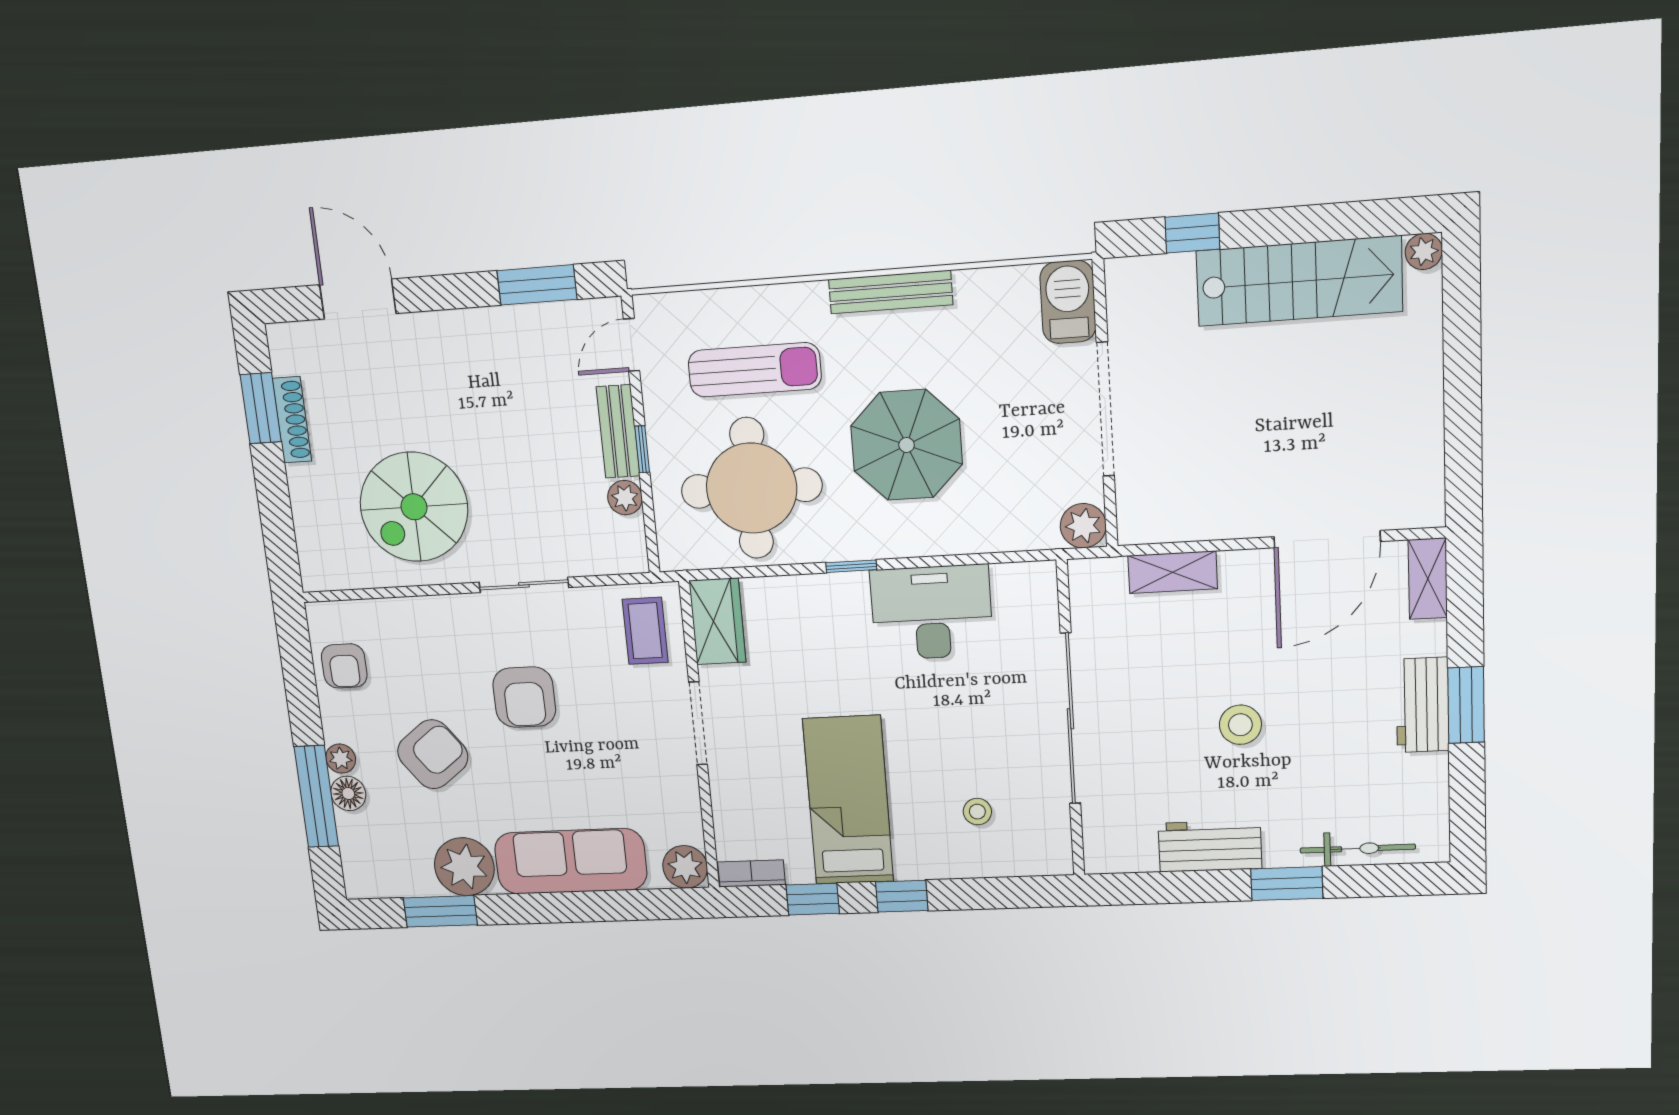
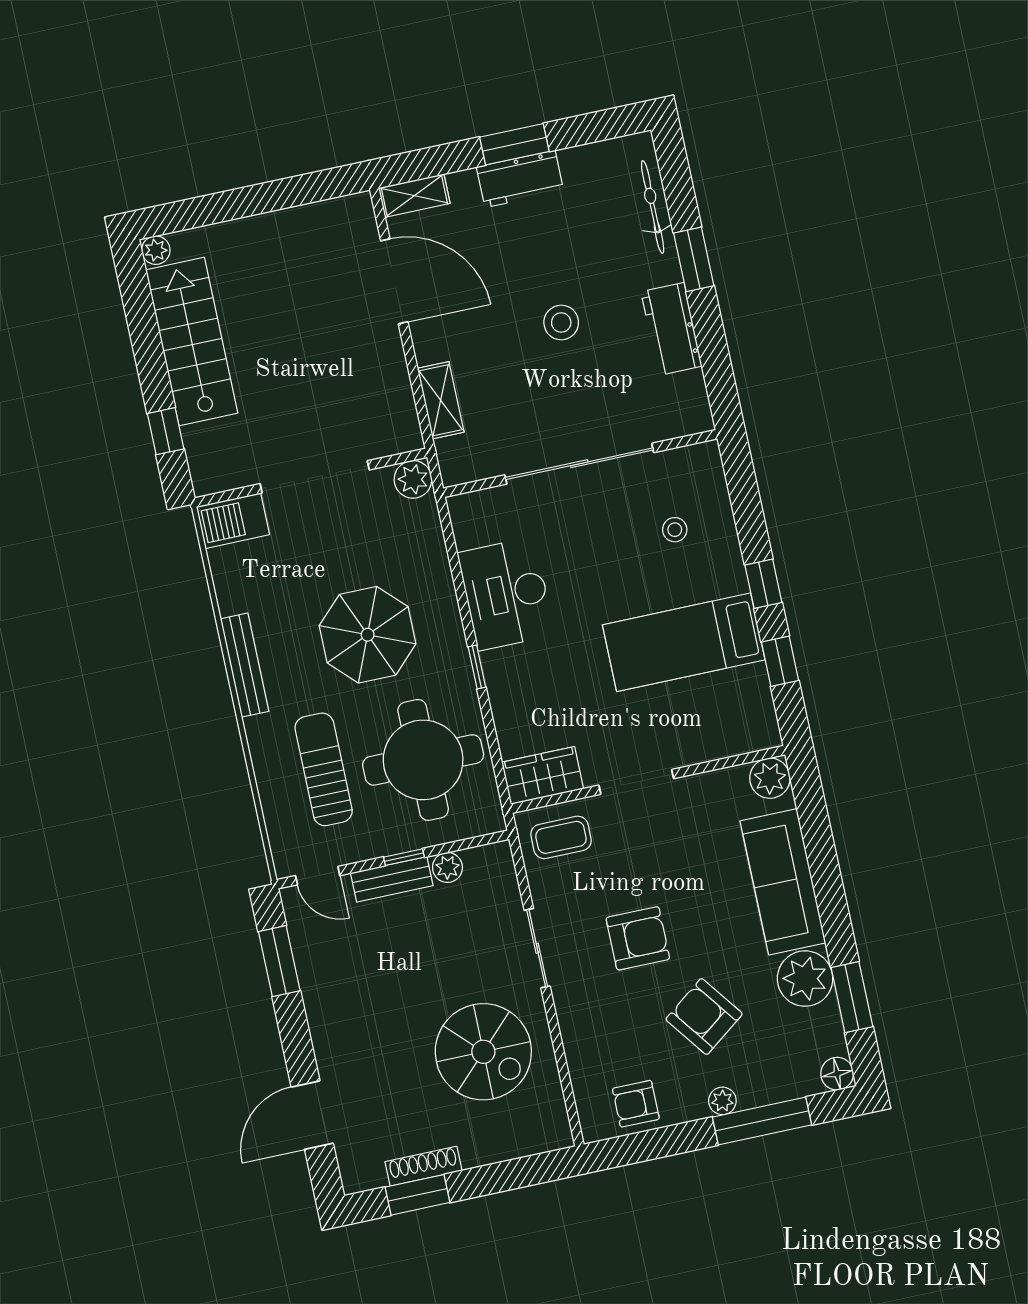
armchair: (344, 666) -> (636, 1104), turned 180
floor lamp: (348, 793) -> (837, 1074), moved
bookcase: (751, 873) -> (766, 718), removed

